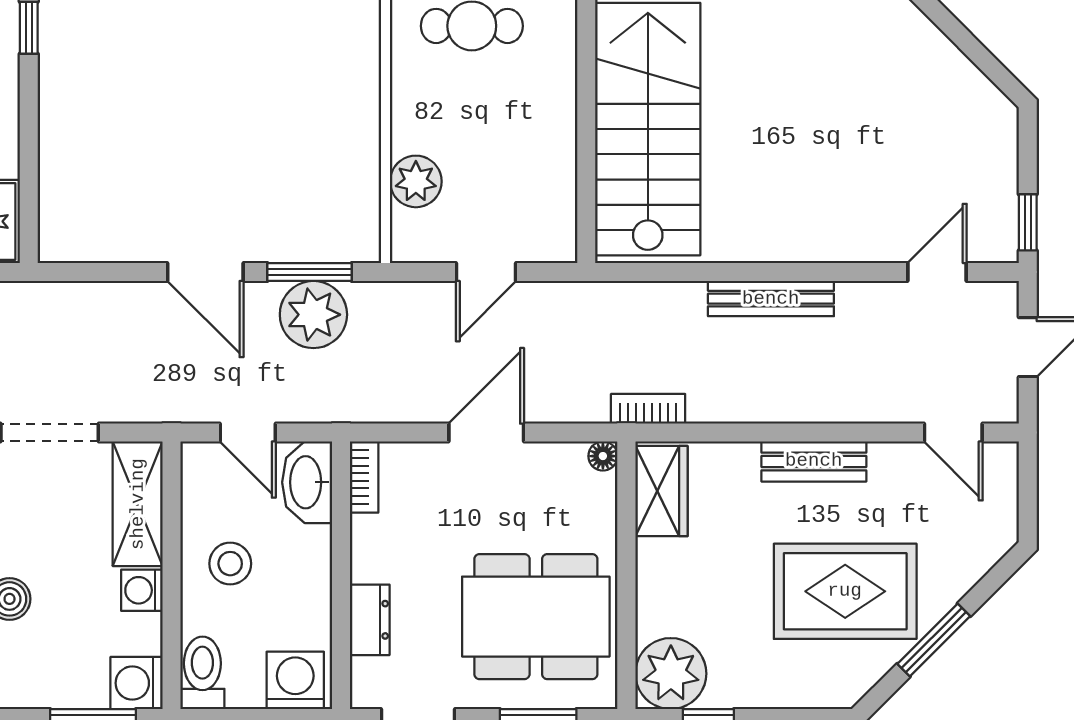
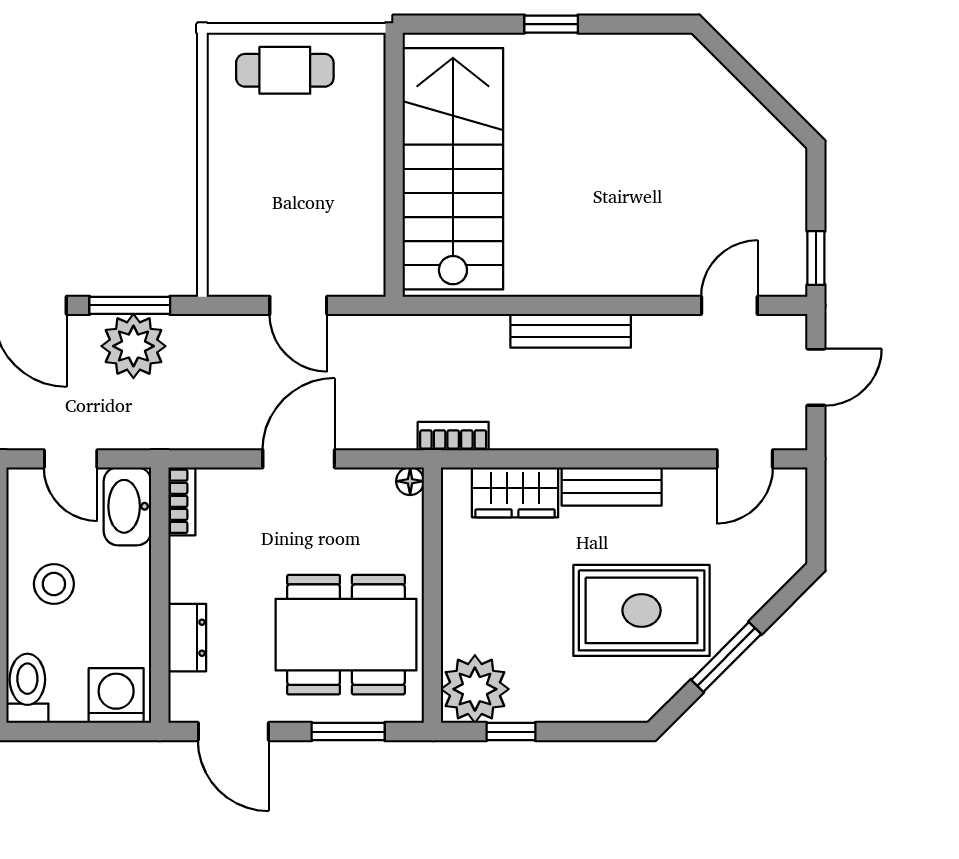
plant: (416, 181) -> (231, 219), removed
door: (486, 272) -> (298, 305), hinge flipped
door: (953, 433) -> (745, 459), hinge flipped
wardrobe: (661, 491) -> (515, 492), moved, turned 90

